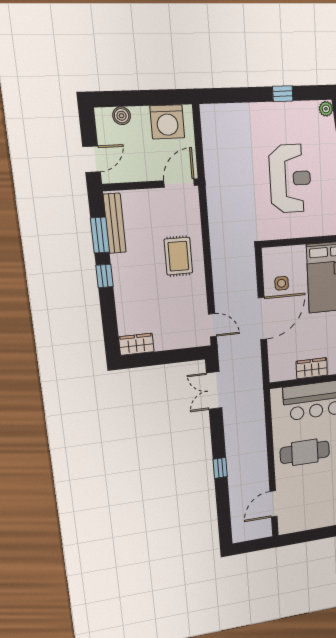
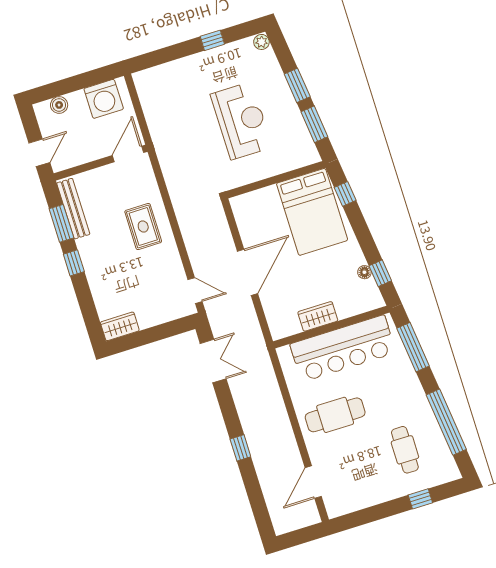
side table: (282, 283) -> (259, 230), removed
double door: (214, 390) -> (213, 361), swing flipped

